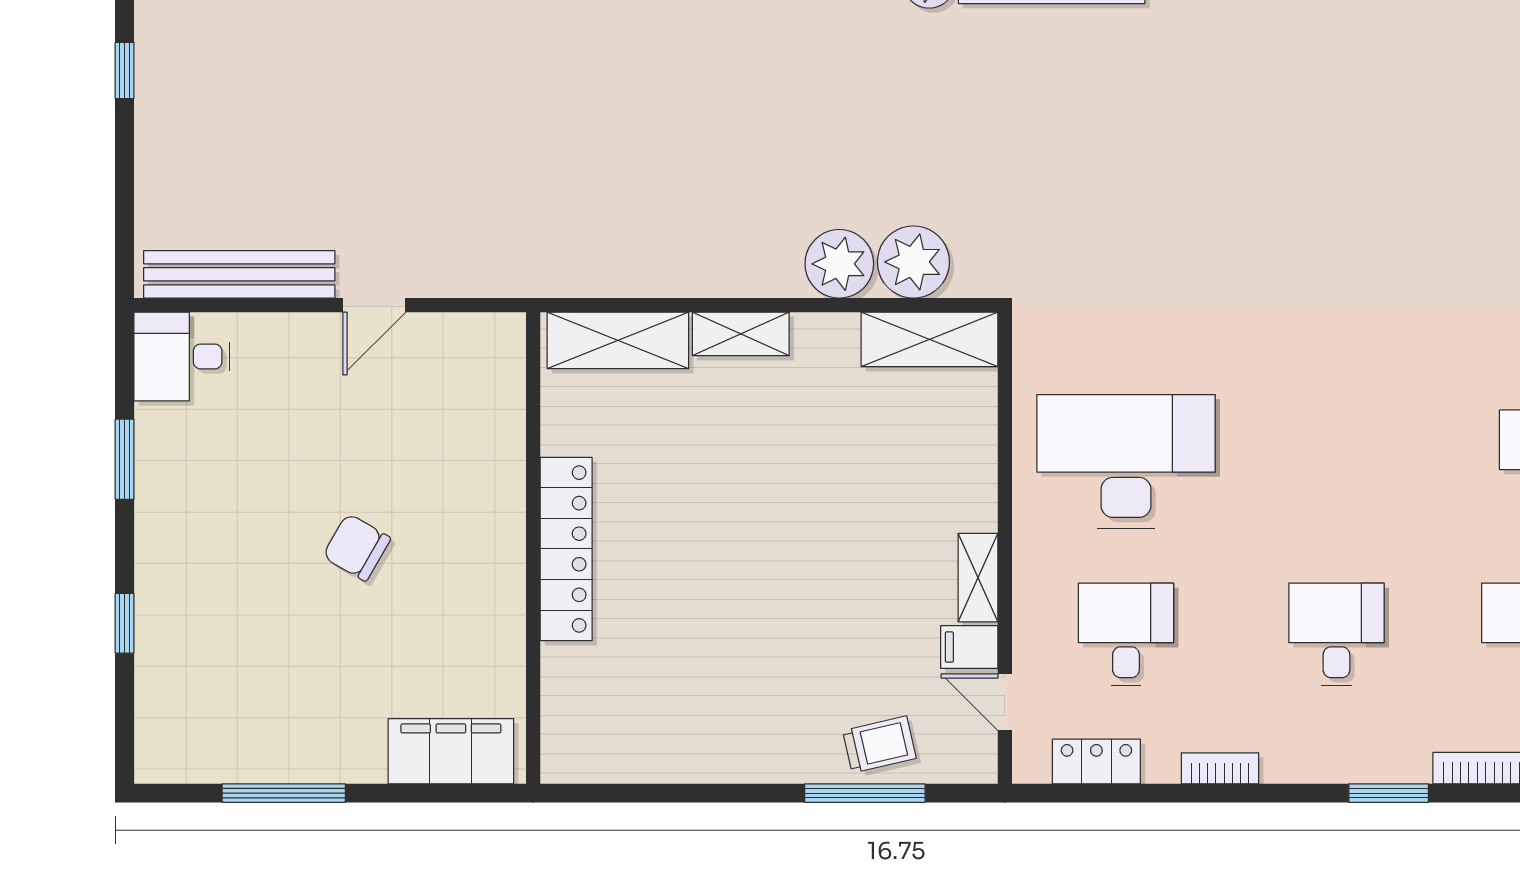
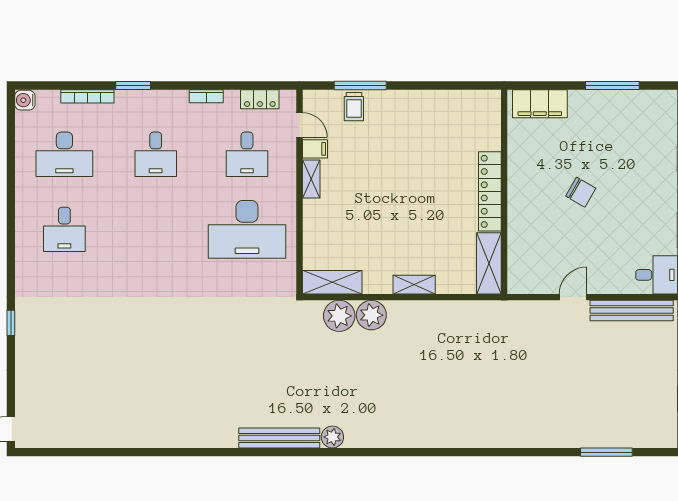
shelving: (618, 340) -> (489, 263), moved, turned 90
trolley: (879, 744) -> (354, 107), turned -77

